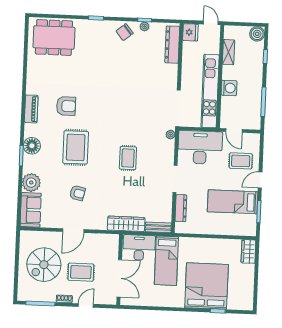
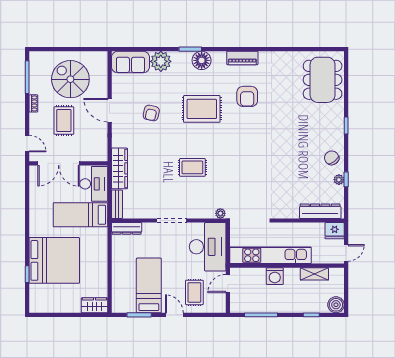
dresser: (181, 208) -> (127, 228), moved
door: (86, 305) -> (27, 144), moved

